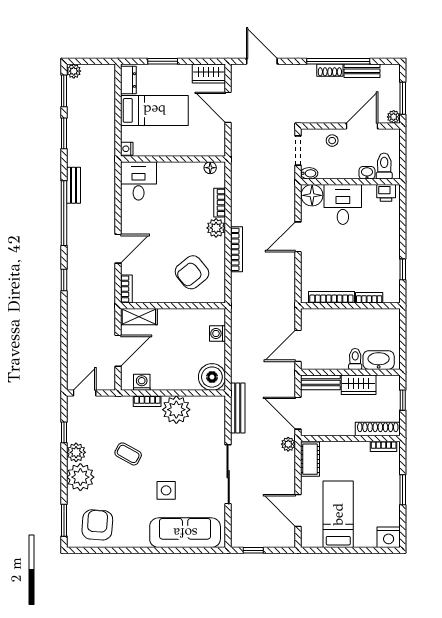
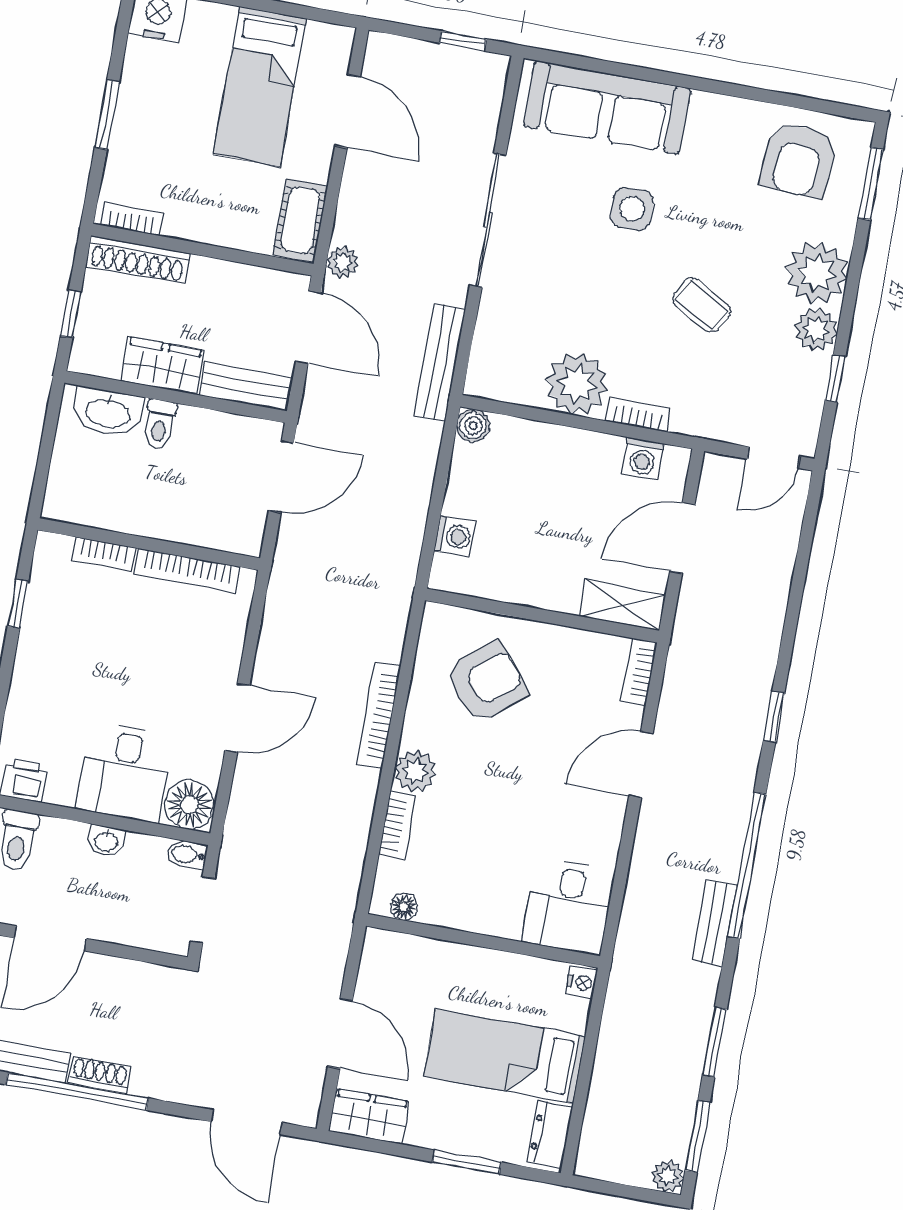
stool: (332, 141) -> (123, 918), removed
washbasin: (367, 173) -> (106, 841), moved
boiler: (212, 377) -> (473, 426), width x0.54, depth x0.54

